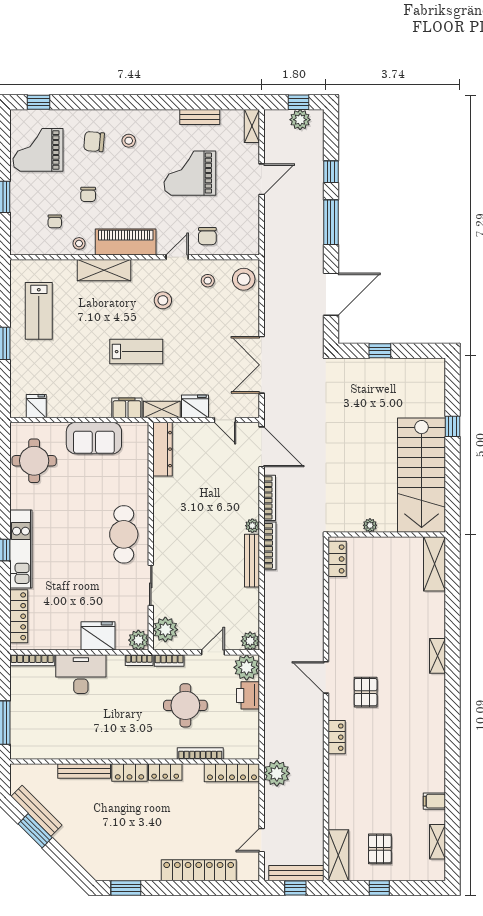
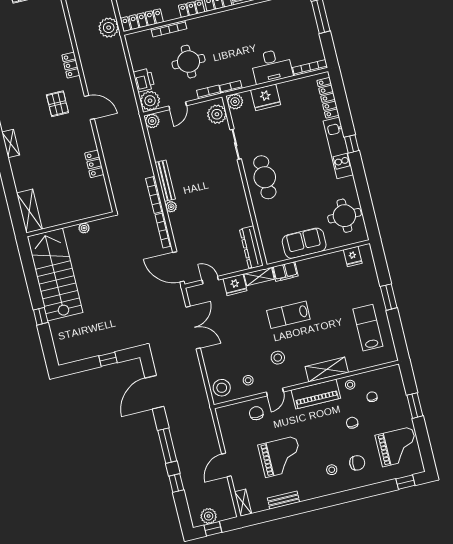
locker: (337, 559) -> (94, 164), moved

